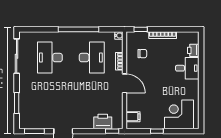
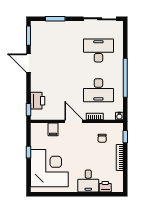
door: (124, 83) -> (74, 121), swing flipped
corner desk: (179, 114) -> (49, 168), width x1.36, depth x1.36
filing cabinet: (133, 117) -> (53, 129), moved

